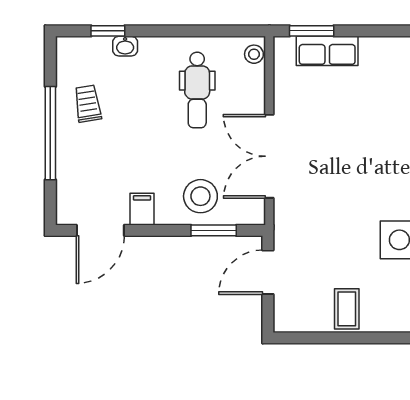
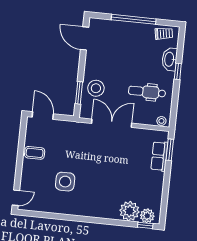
window: (108, 31) -> (178, 71), moved
washbasin: (125, 46) -> (170, 59), width x1.91, depth x1.45
trolley: (88, 104) -> (164, 34), moved
filing cabinet: (142, 209) -> (93, 60), removed
door: (268, 272) -> (43, 115), moved

